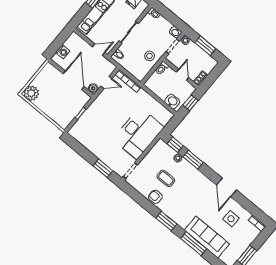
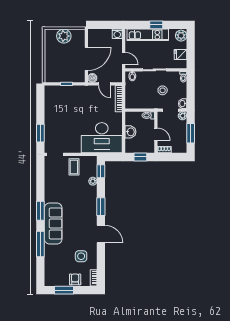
washing machine: (63, 52) -> (117, 34), moved
stool: (149, 56) -> (163, 90), moved
door: (182, 75) -> (156, 134), hinge flipped
plant: (31, 93) -> (64, 36), moved
washbasin: (172, 101) -> (130, 132), moved
desk: (138, 133) -> (102, 138), moved
window: (193, 160) -> (101, 207), moved
coffee table: (166, 178) -> (74, 167), moved
door: (226, 187) -> (101, 234), swing flipped
armchair: (155, 197) -> (75, 279), moved
sofa: (207, 237) -> (53, 224), moved

